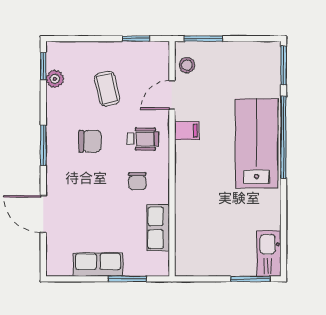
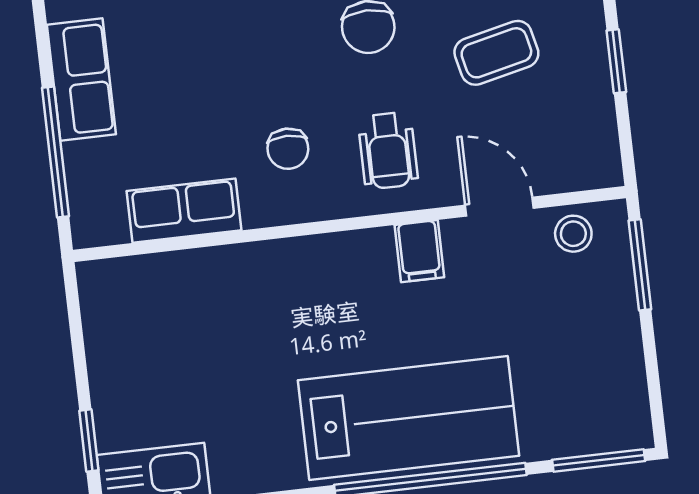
window: (136, 39) -> (616, 61), moved
chair: (137, 181) -> (288, 149), turned -90
window: (127, 279) -> (55, 152), width x1.44
window: (250, 279) -> (89, 440), width x0.67

